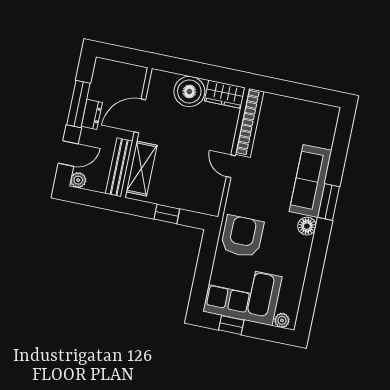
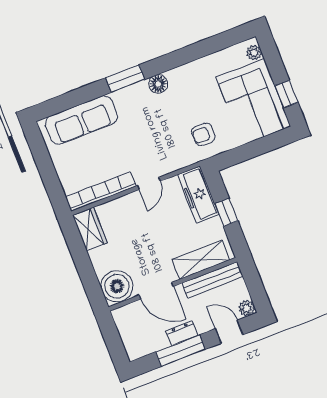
boiler: (189, 91) -> (117, 286), moved
sofa: (311, 181) -> (81, 120), moved
freezer: (196, 201) -> (198, 194), added
armchair: (242, 236) -> (203, 134), width x0.53, depth x0.53

